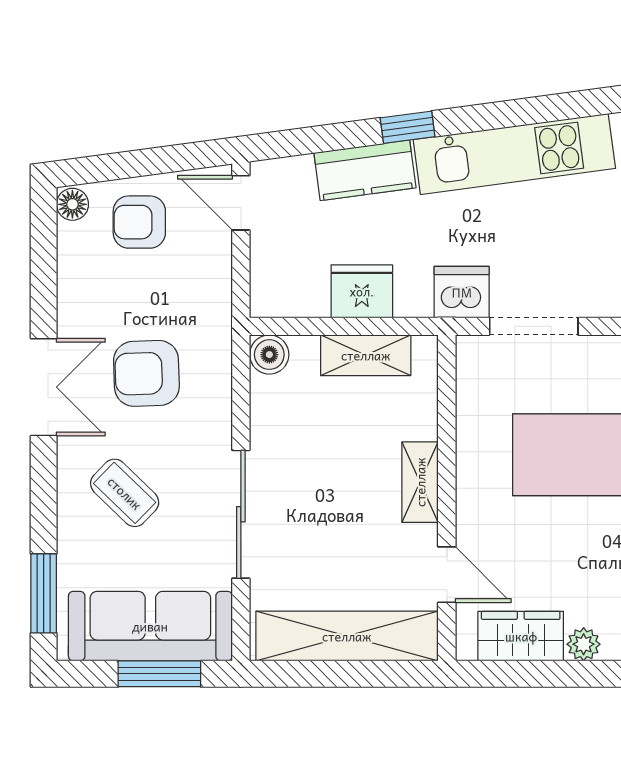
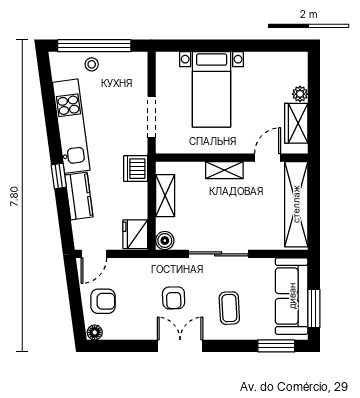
armchair: (139, 222) -> (103, 301), turned -90
fridge: (362, 291) -> (135, 234), moved
dishwasher: (462, 292) -> (136, 169), moved
armchair: (146, 373) -> (174, 298), width x0.72, depth x0.72
coffee table: (125, 493) -> (229, 308), turned -47
sliding door: (241, 514) -> (218, 254), moved
window: (159, 674) -> (314, 309), moved

